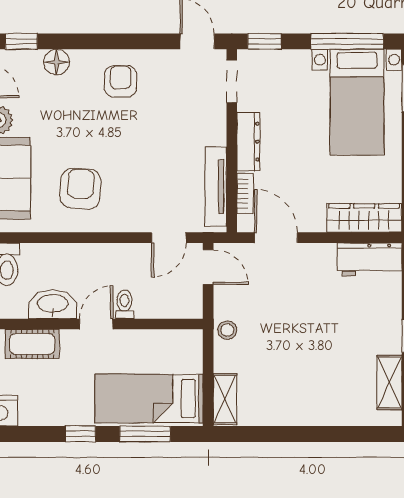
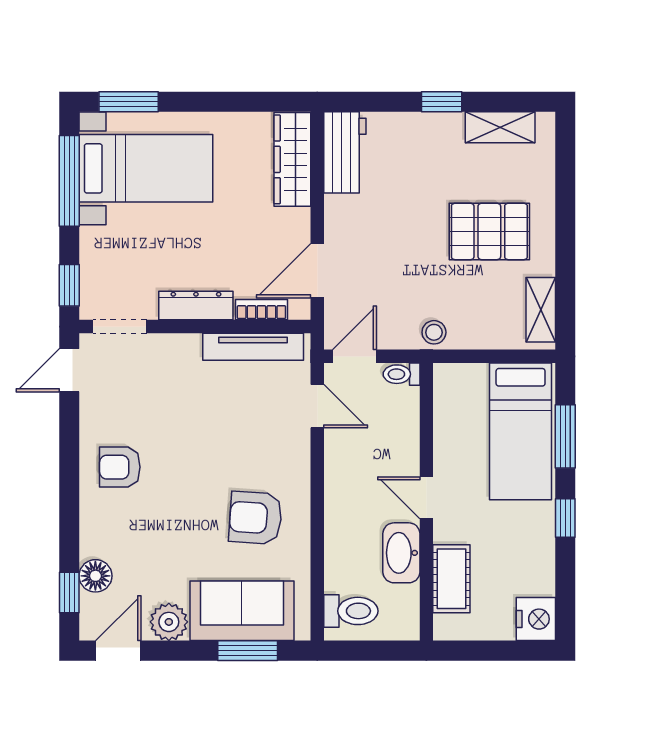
floor lamp: (57, 62) -> (95, 576), moved
toilet: (125, 304) -> (402, 374), moved
pallet: (307, 374) -> (489, 231), added
shelving: (225, 399) -> (541, 310), moved, turned 90

